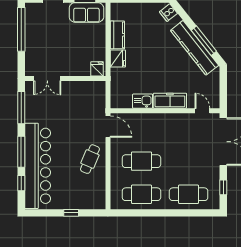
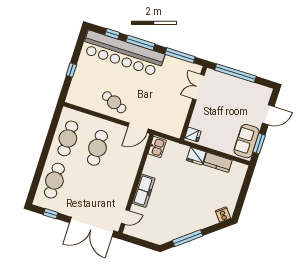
window: (21, 29) -> (235, 73), moved
kitchen counter: (195, 48) -> (184, 228), removed
kitchen sink: (143, 101) -> (157, 147), moved

